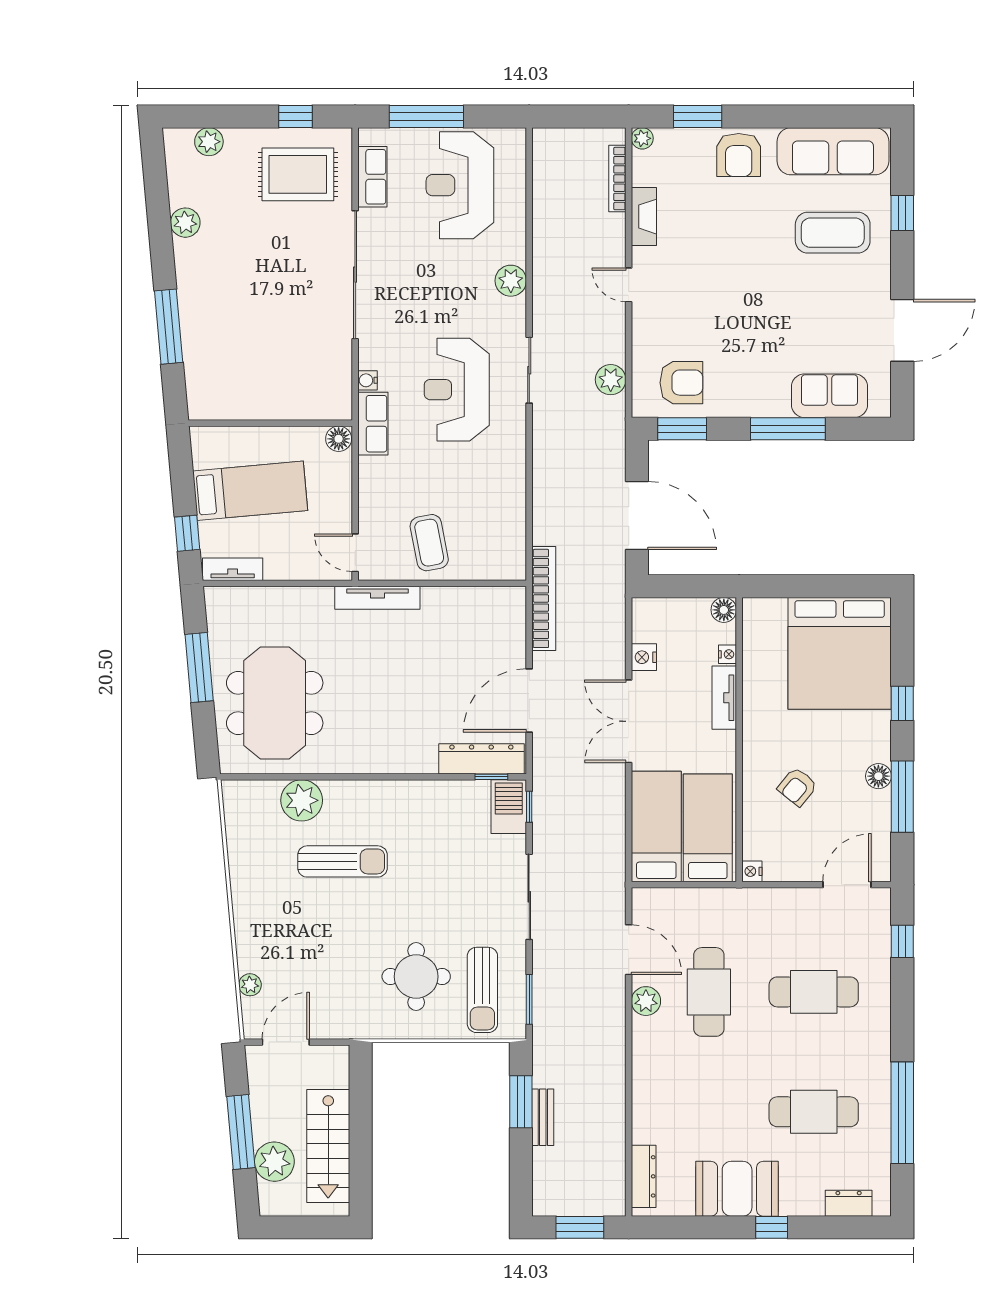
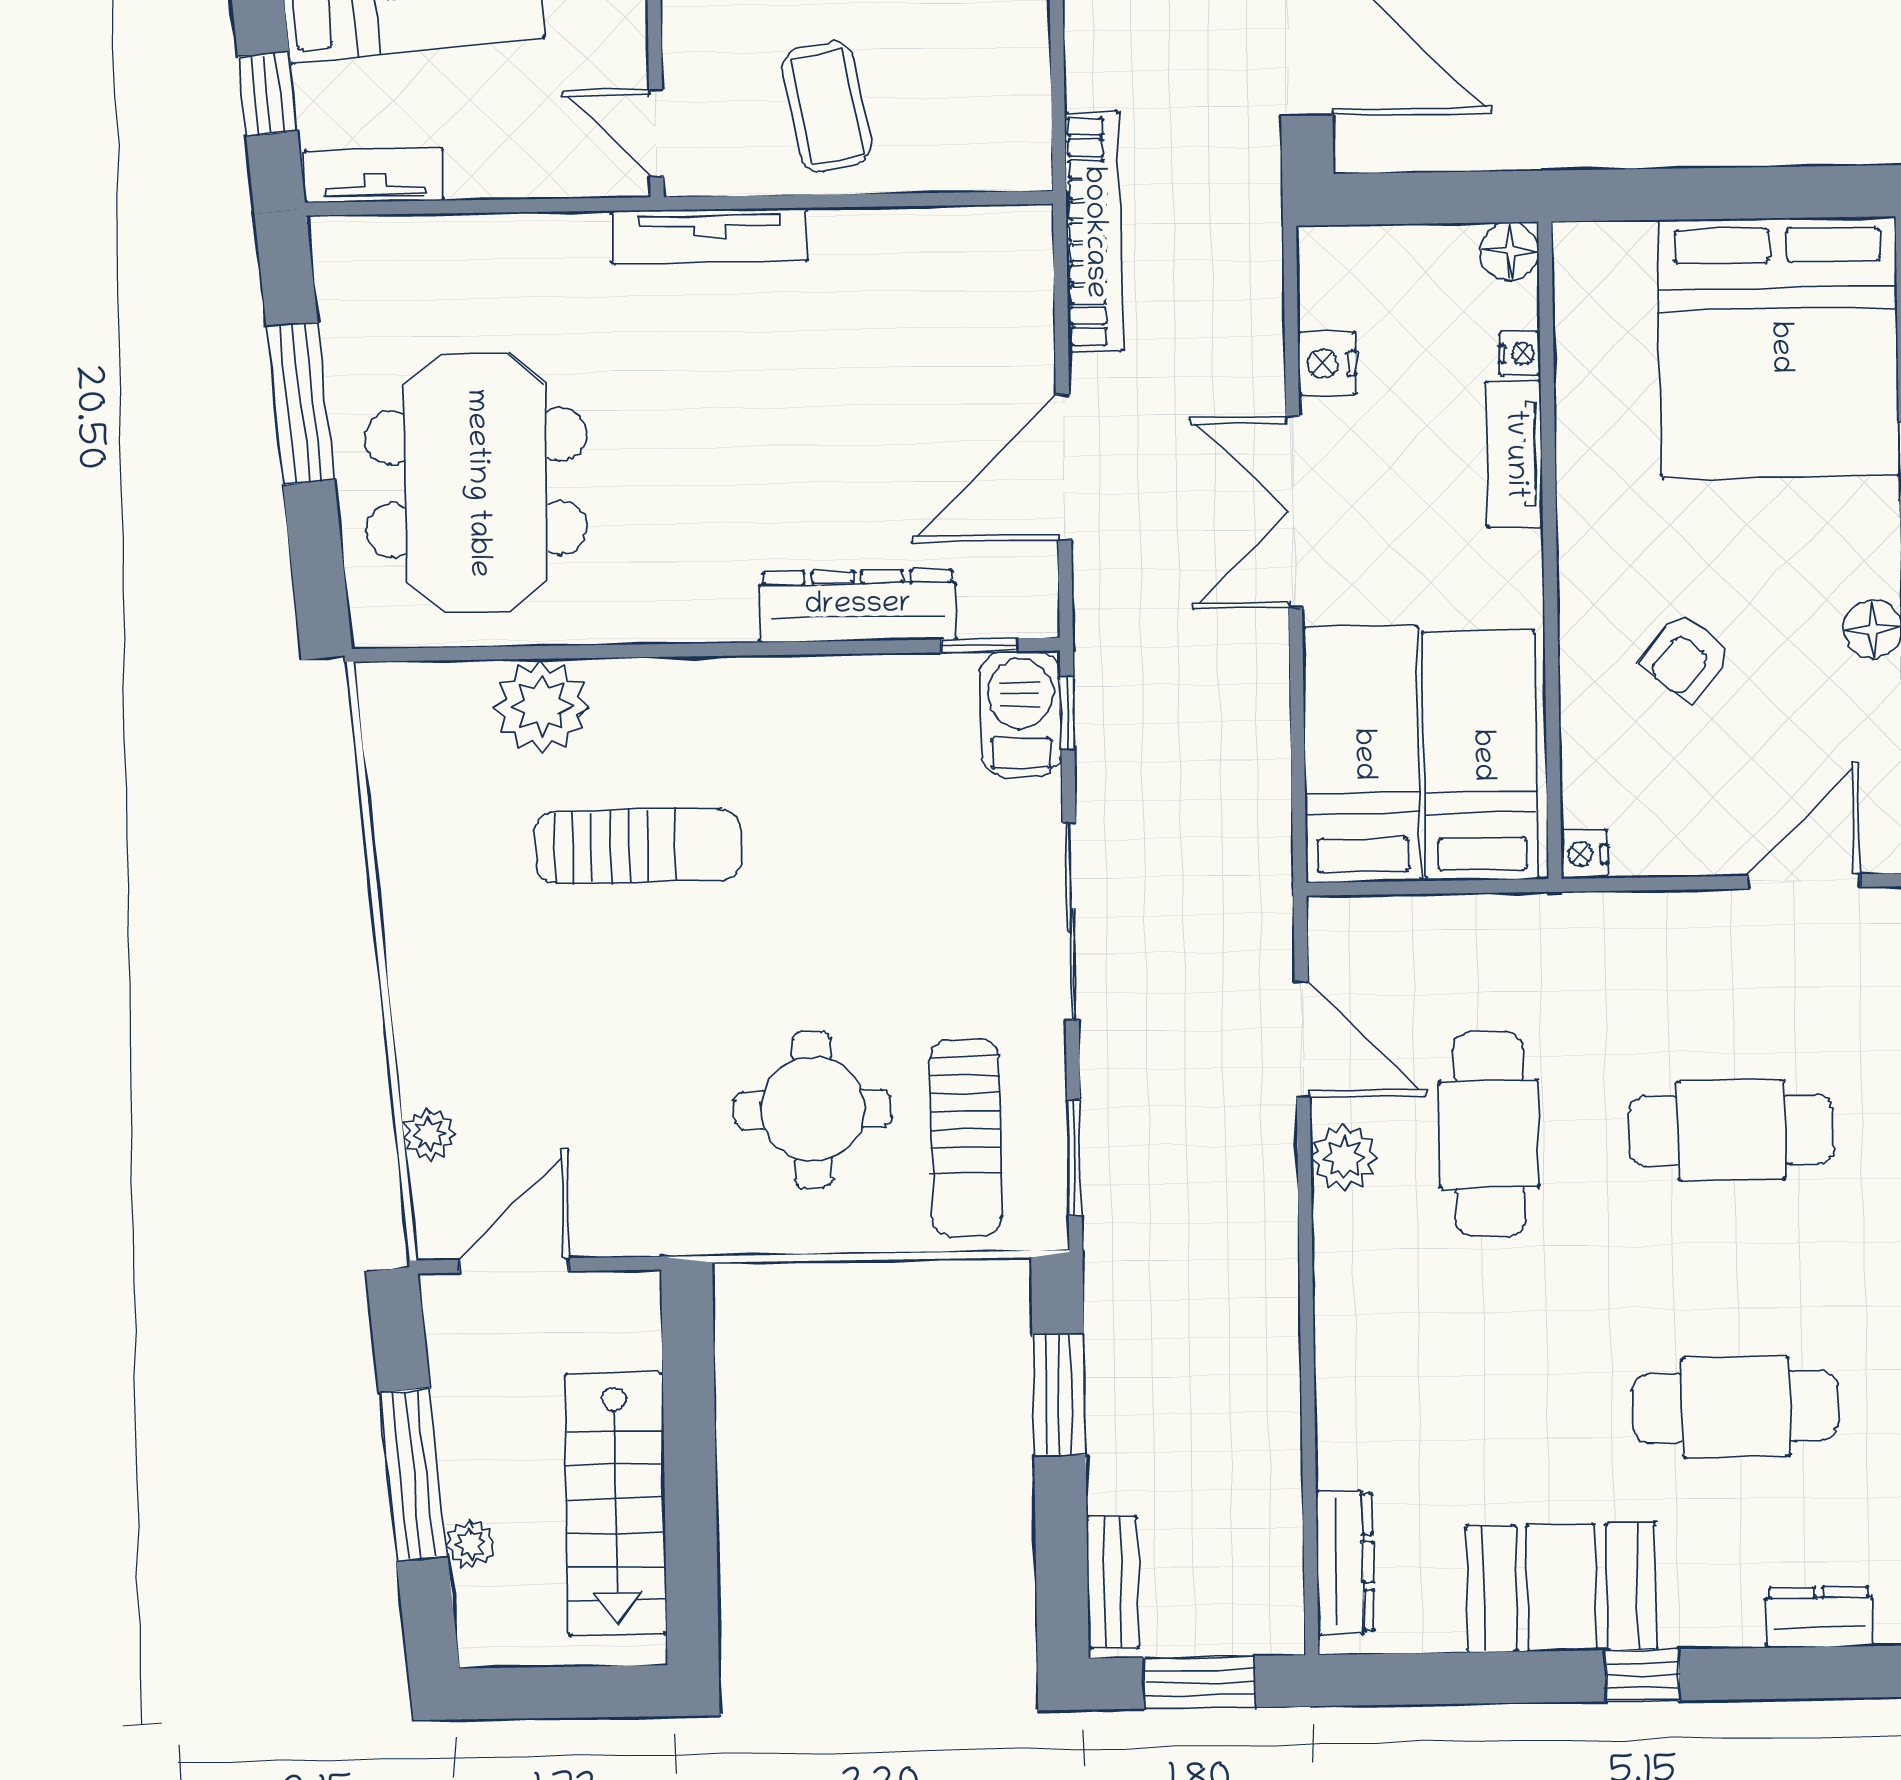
dresser: (481, 759) -> (858, 606), moved
bench: (543, 1117) -> (1112, 1582), moved
plant: (274, 1162) -> (471, 1544), width x0.53, depth x0.53

